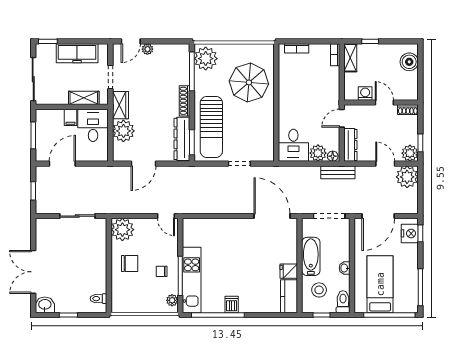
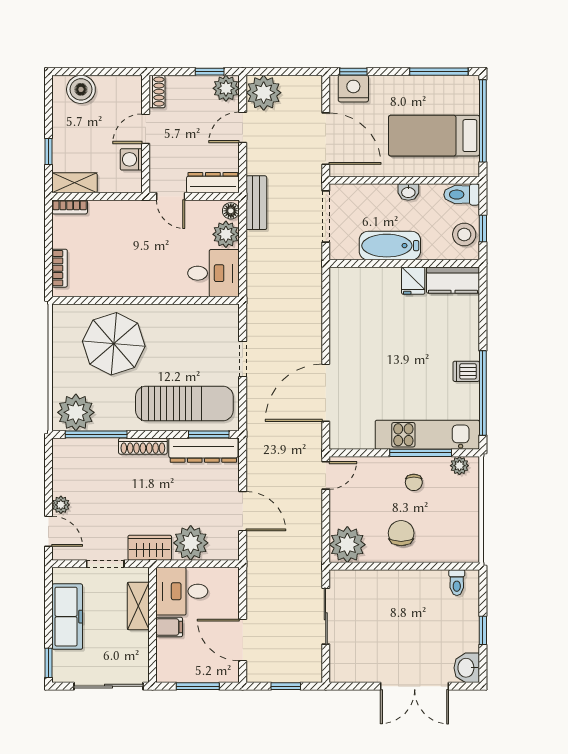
door: (272, 216) -> (326, 393), moved
stool: (319, 290) -> (464, 234), moved

